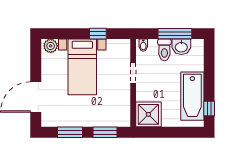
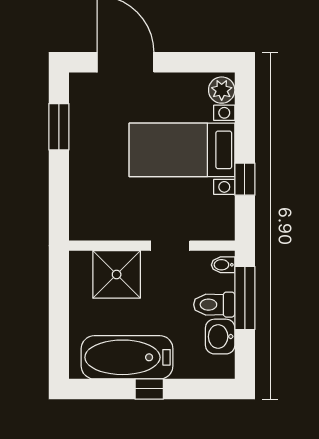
window: (175, 34) -> (245, 298), moved
window: (209, 108) -> (149, 389), moved
shower: (148, 114) -> (117, 274), moved
window: (105, 132) -> (59, 193), removed

